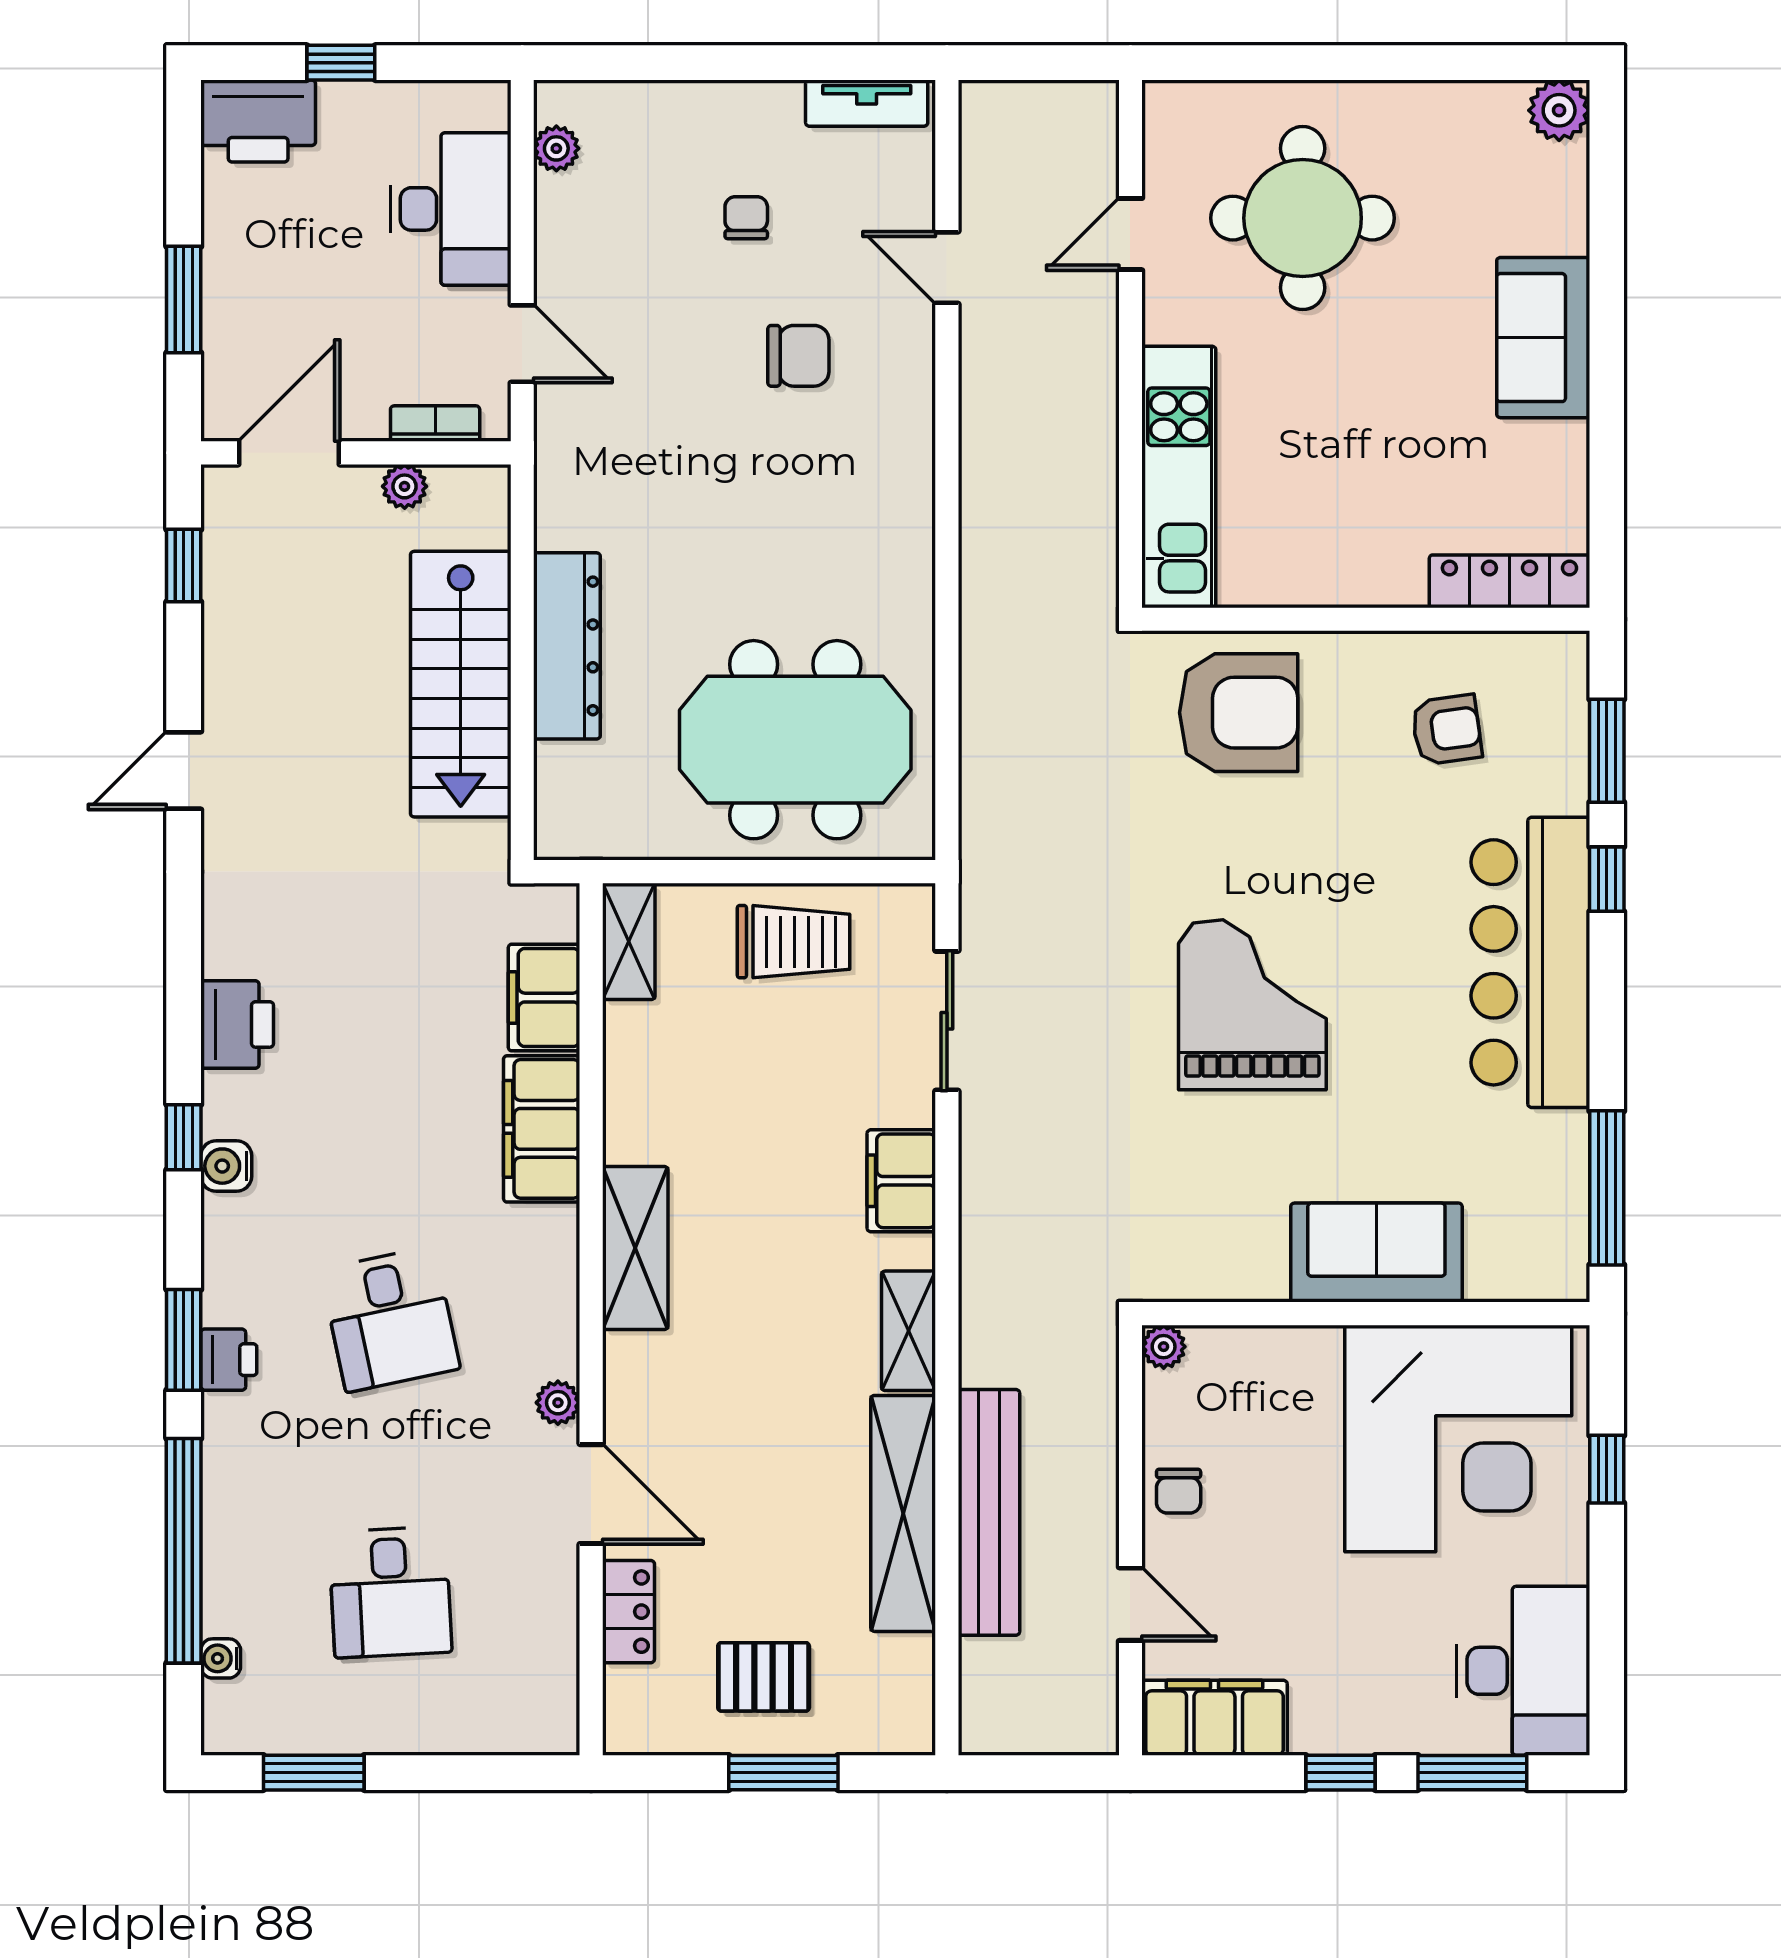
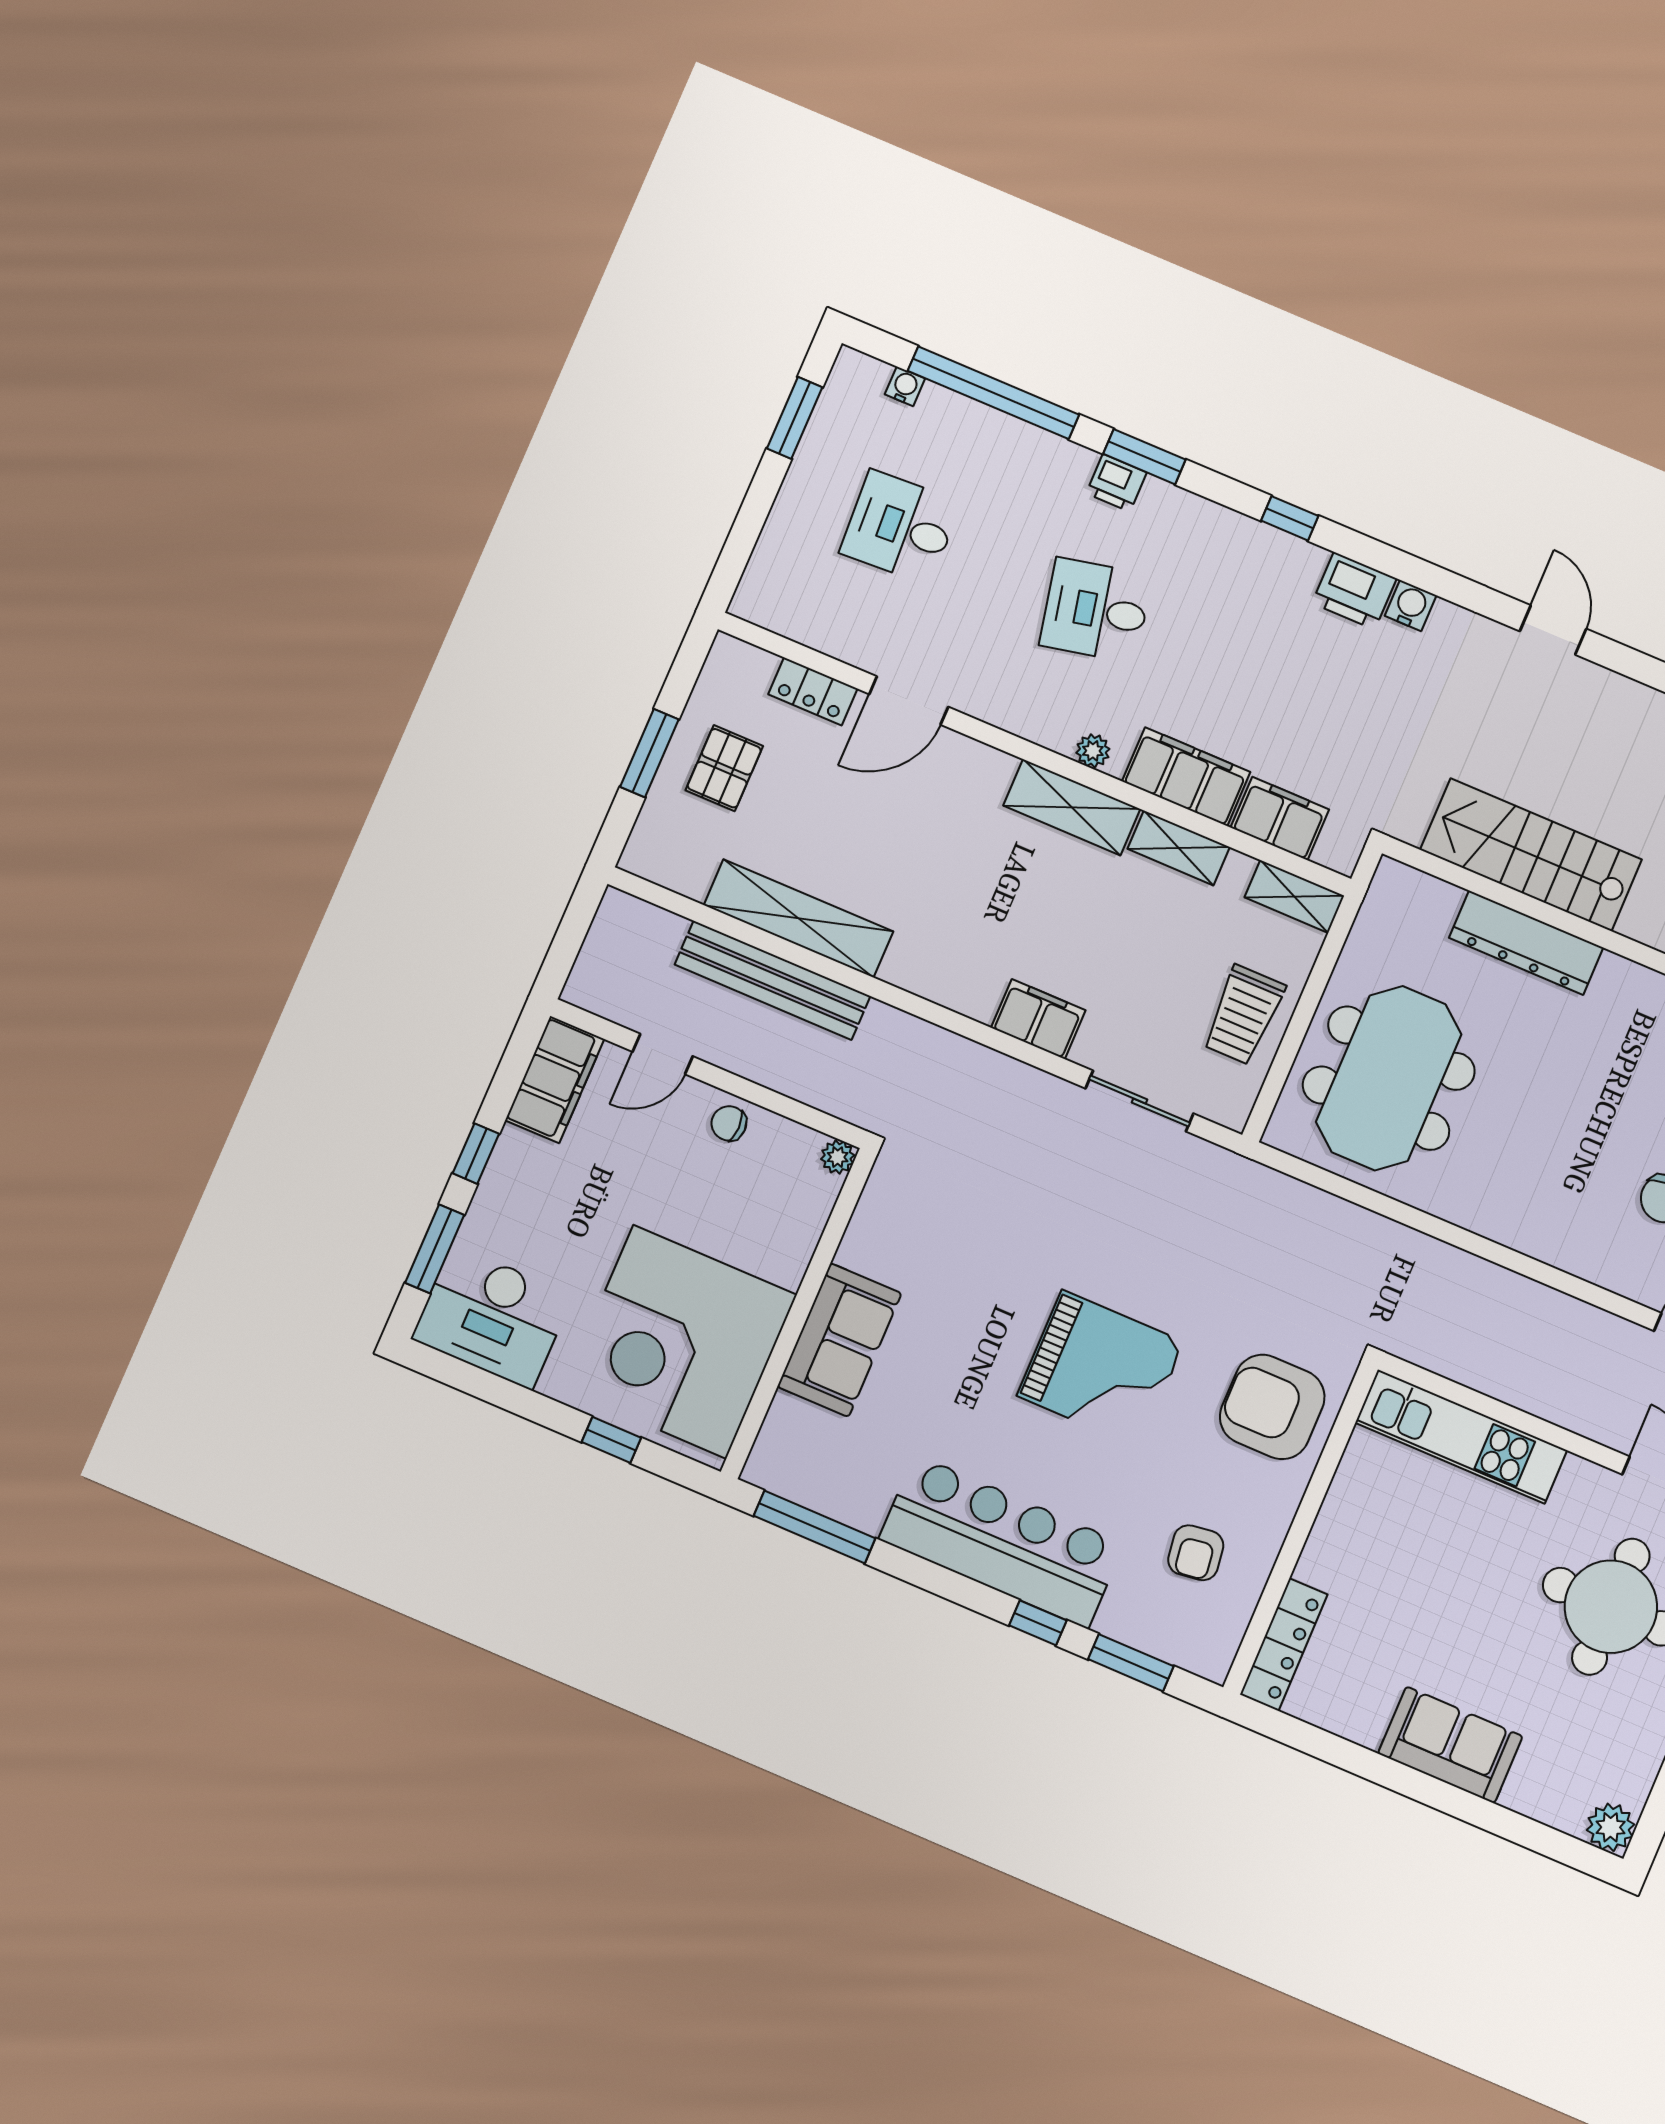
armchair: (1239, 713) -> (1272, 1407), turned 90
grand piano: (1252, 1005) -> (1101, 1369), moved
water cooler: (226, 1166) -> (1411, 605), moved
shelving: (908, 1331) -> (1179, 848), moved
plant: (558, 1403) -> (1093, 751), moved

